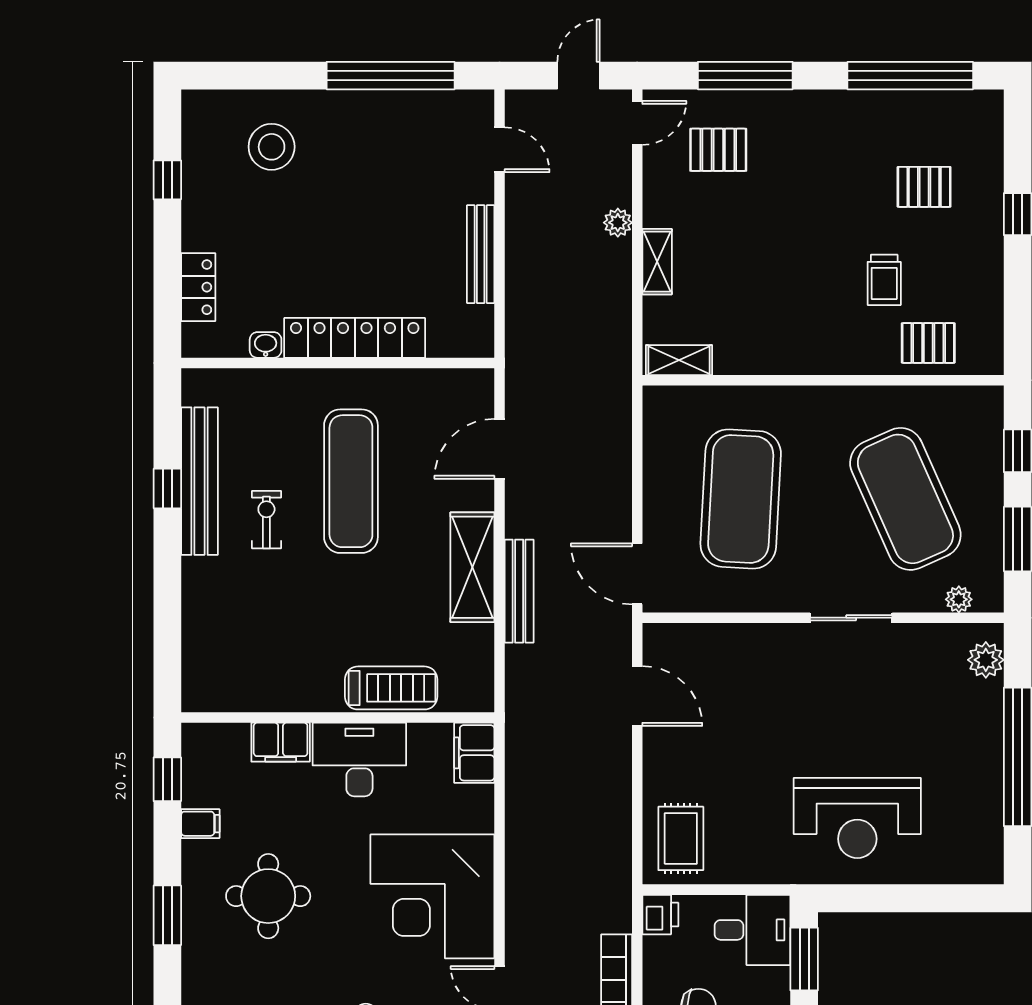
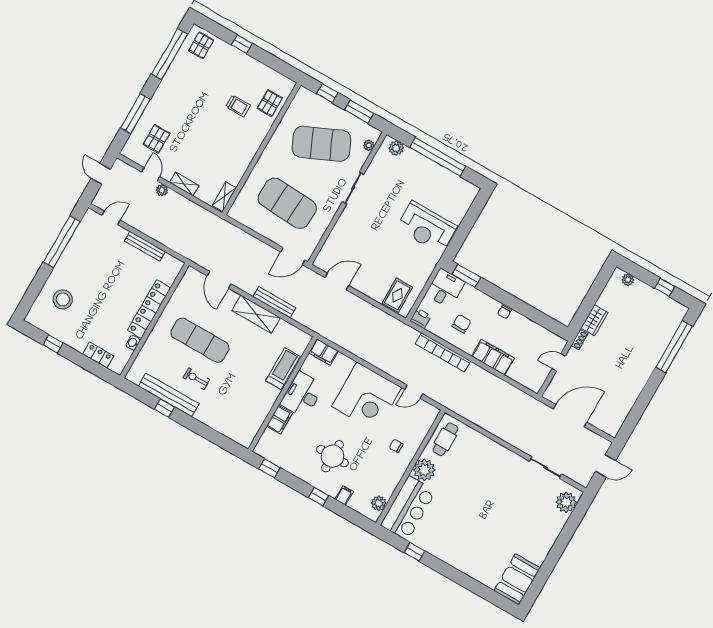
door: (637, 123) -> (151, 174), moved
pallet: (924, 187) -> (201, 45), moved
reception desk: (857, 818) -> (427, 227), turned 90
filing cabinet: (200, 824) -> (344, 495), moved
rug: (681, 838) -> (397, 295), turned 90
window: (167, 915) -> (318, 497), width x0.67

